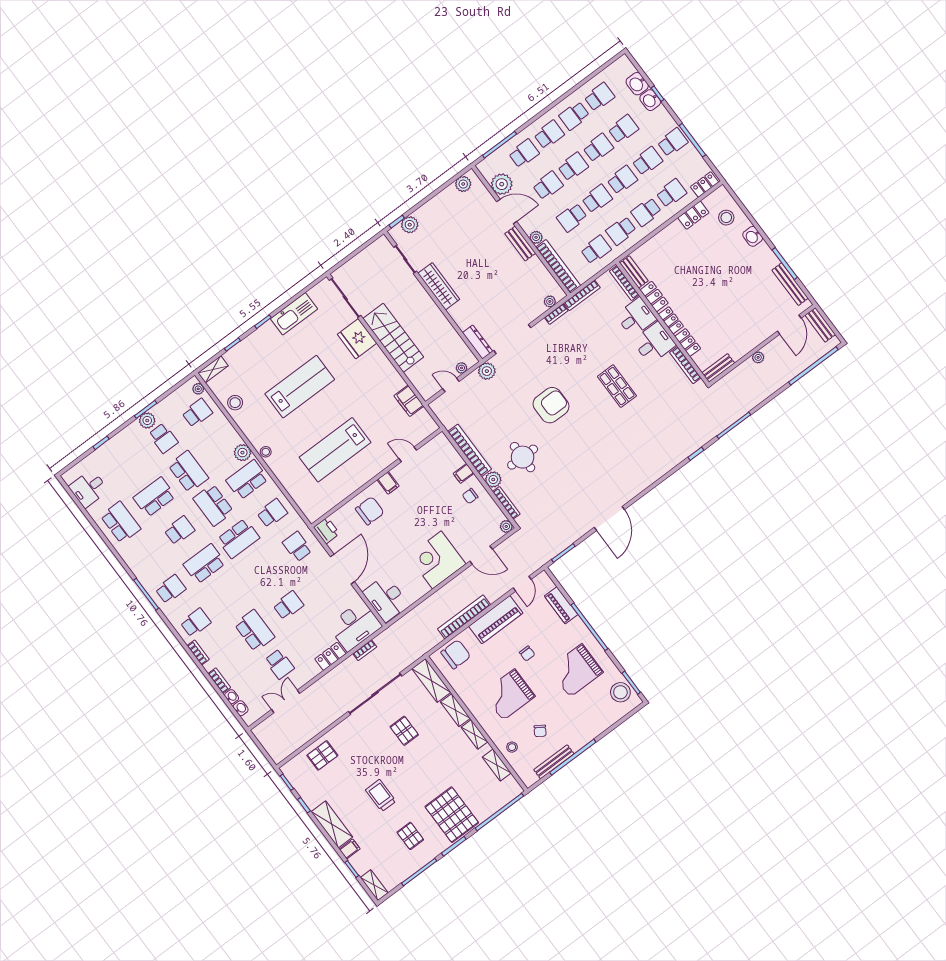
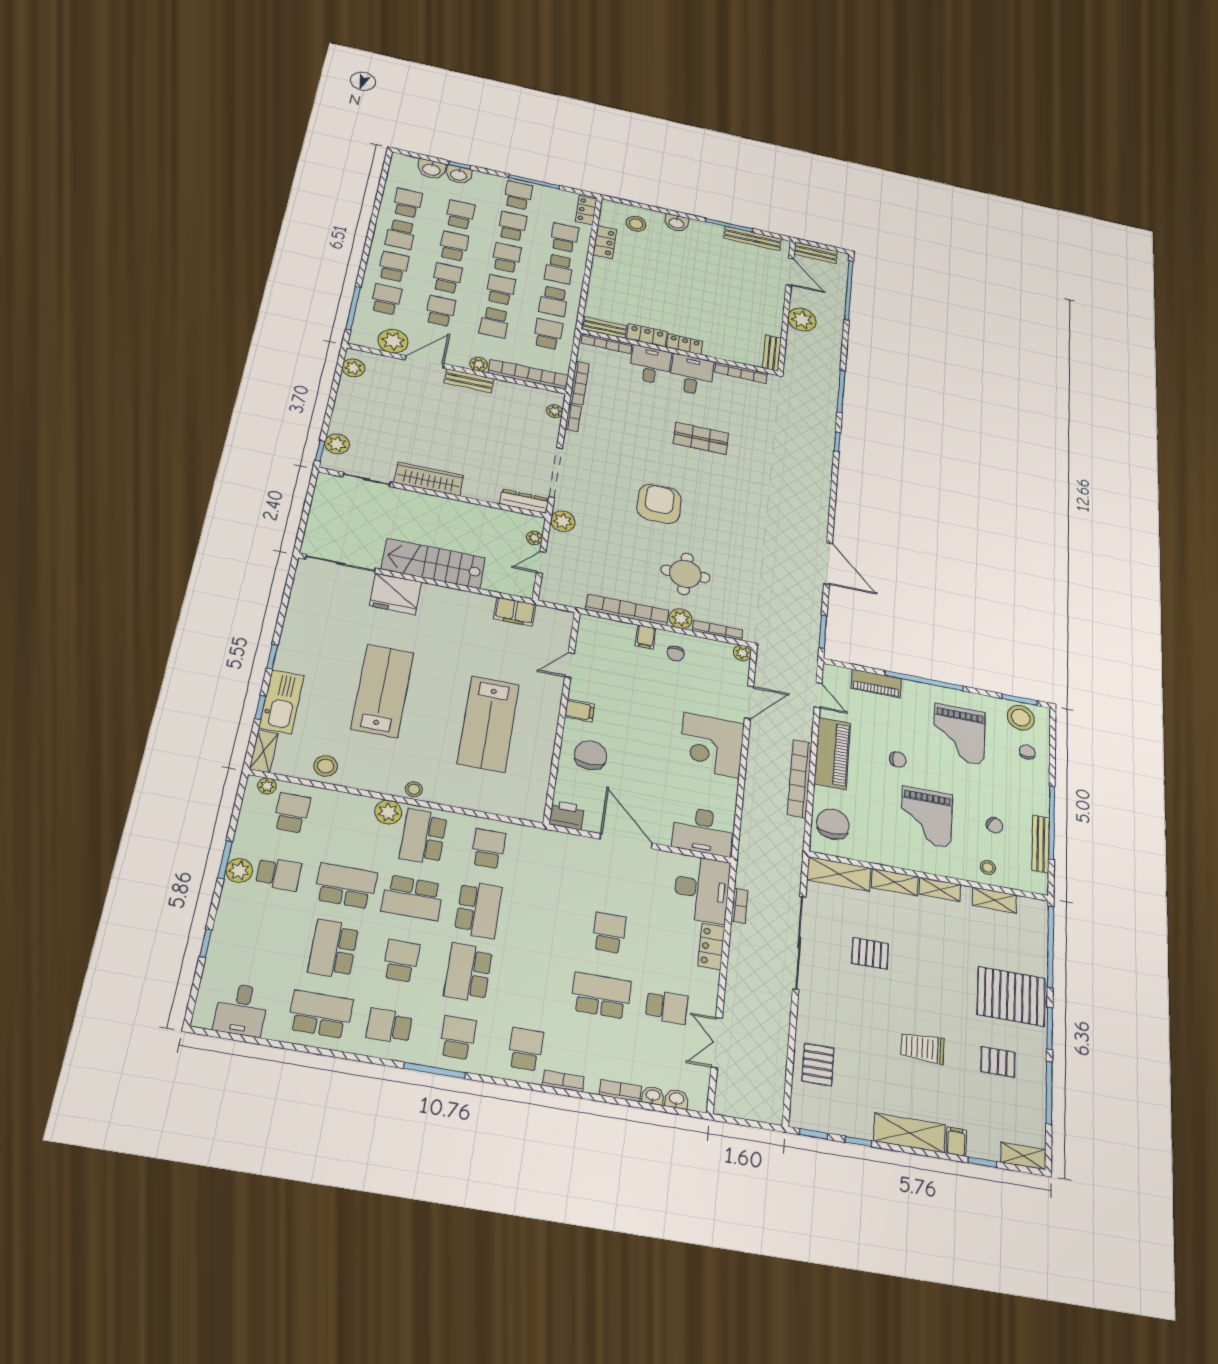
kitchen sink: (294, 314) -> (282, 702), moved
locker: (688, 342) -> (721, 352), removed
plant: (758, 357) -> (802, 320), width x1.88, depth x1.88
school desk: (297, 547) -> (389, 1026), moved
chair: (603, 712) -> (1027, 752), added

